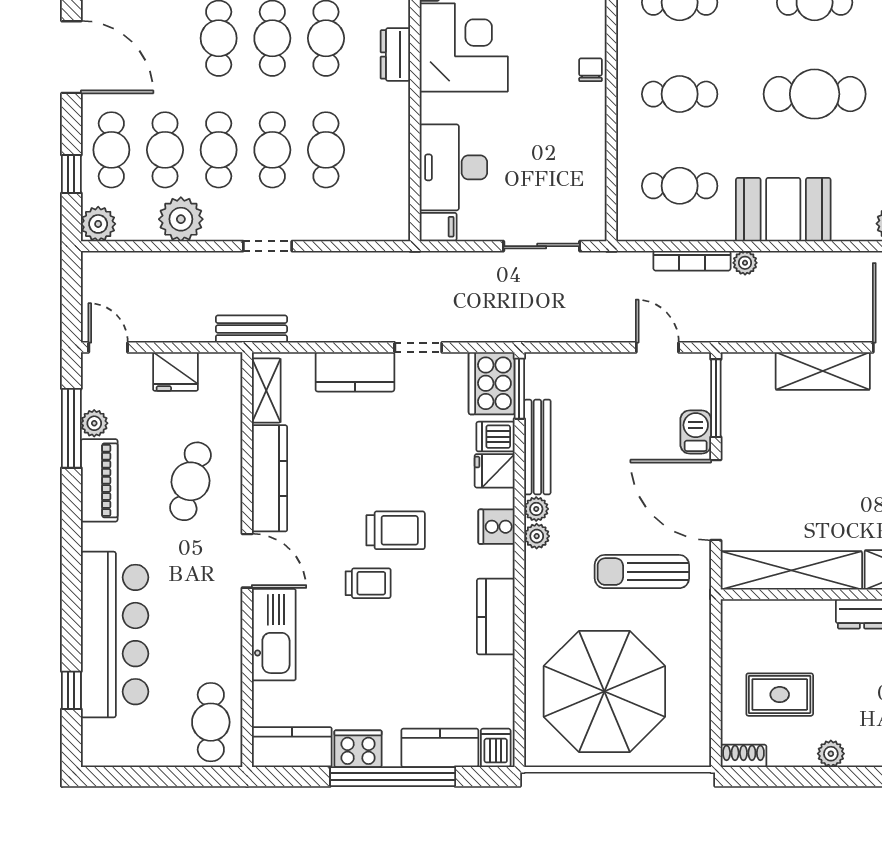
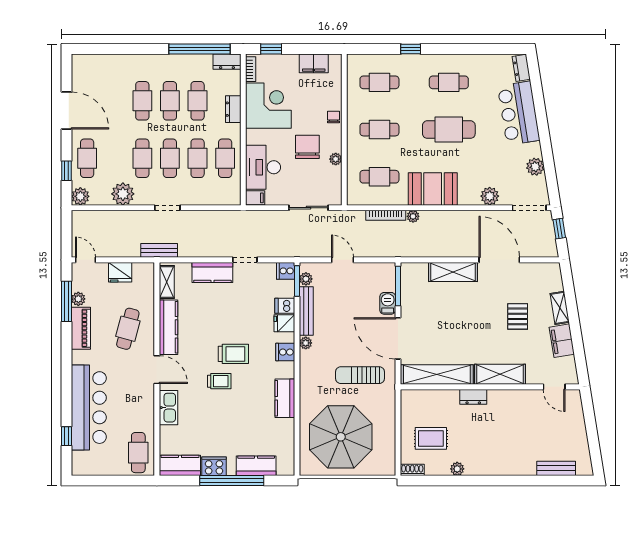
chair: (540, 128) -> (307, 147), added
cafe table: (165, 150) -> (225, 158), moved
plant: (595, 151) -> (336, 159), added
door: (657, 347) -> (343, 260), moved
cooker: (492, 383) -> (286, 271), width x0.53, depth x0.76
plant: (537, 536) -> (306, 279), moved
kitchen sink: (274, 635) -> (168, 408), width x0.73, depth x0.81
dishwasher: (496, 748) -> (285, 466), removed

